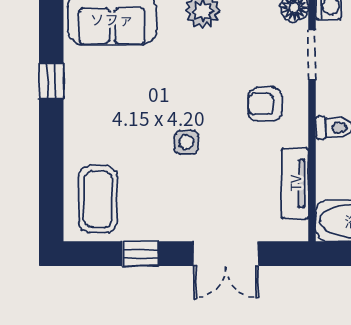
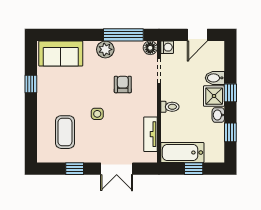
armchair: (265, 104) -> (123, 84), moved, turned 90
coffee table: (98, 199) -> (65, 132), moved

